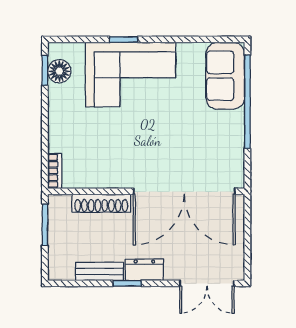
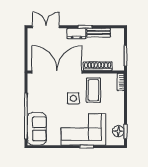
side table: (151, 138) -> (73, 98), added
coffee table: (110, 154) -> (93, 90), added

